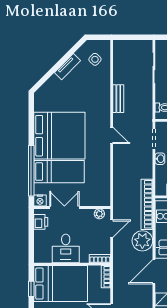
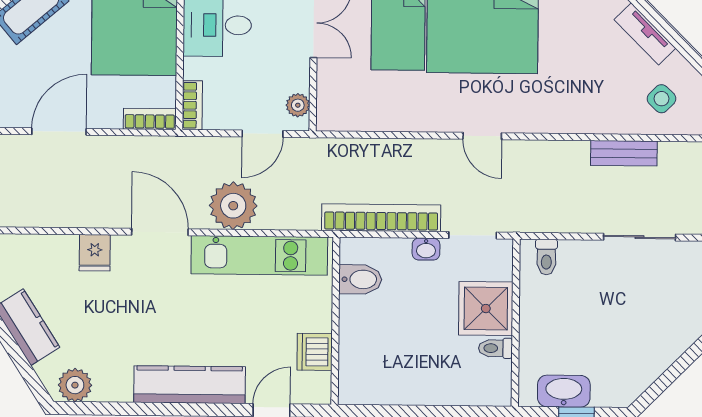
bench: (118, 99) -> (624, 153), moved
door: (112, 135) -> (482, 136), hinge flipped
bookcase: (147, 204) -> (381, 218), moved
door: (112, 229) -> (263, 134), hinge flipped

